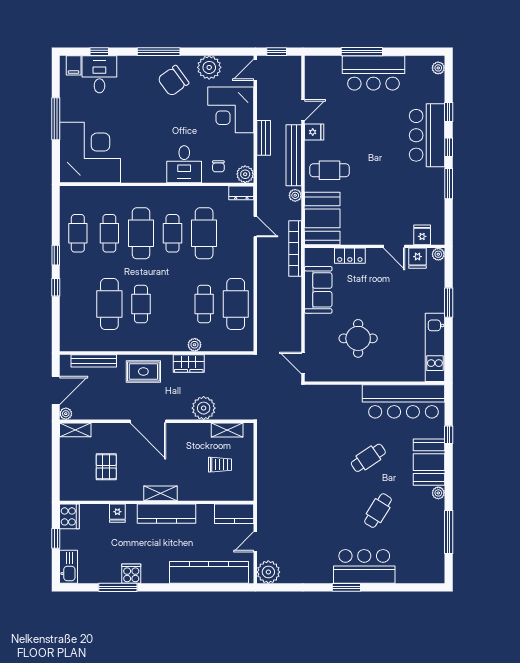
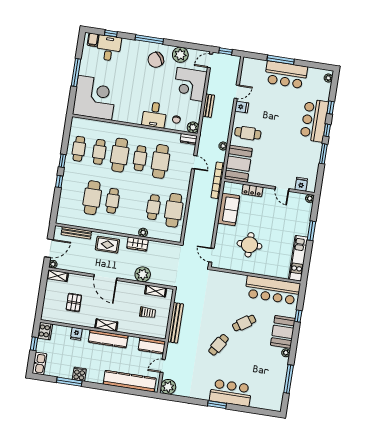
bench: (294, 155) -> (175, 323), moved
fridge: (418, 258) -> (296, 199), removed
cafe table: (378, 511) -> (218, 345), moved

